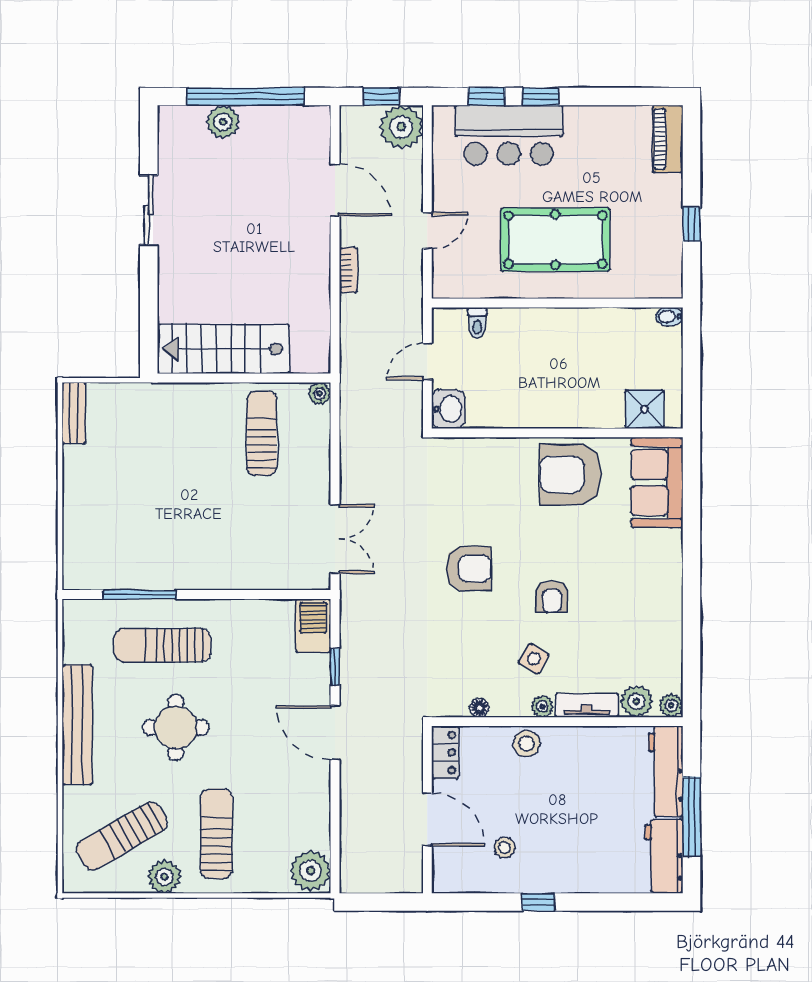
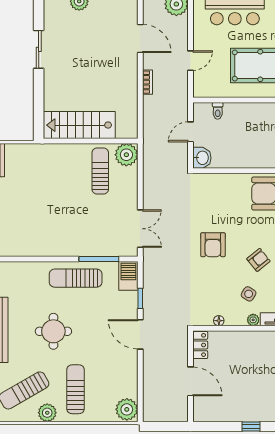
plant: (320, 394) -> (126, 155), width x1.88, depth x1.88
armchair: (469, 568) -> (213, 245), turned 90
window: (140, 595) -> (99, 259), moved
armchair: (552, 596) -> (258, 260), turned -129
sun lounger: (162, 645) -> (76, 278), moved
stool: (526, 744) -> (245, 340), removed
stool: (505, 847) -> (233, 397), removed

